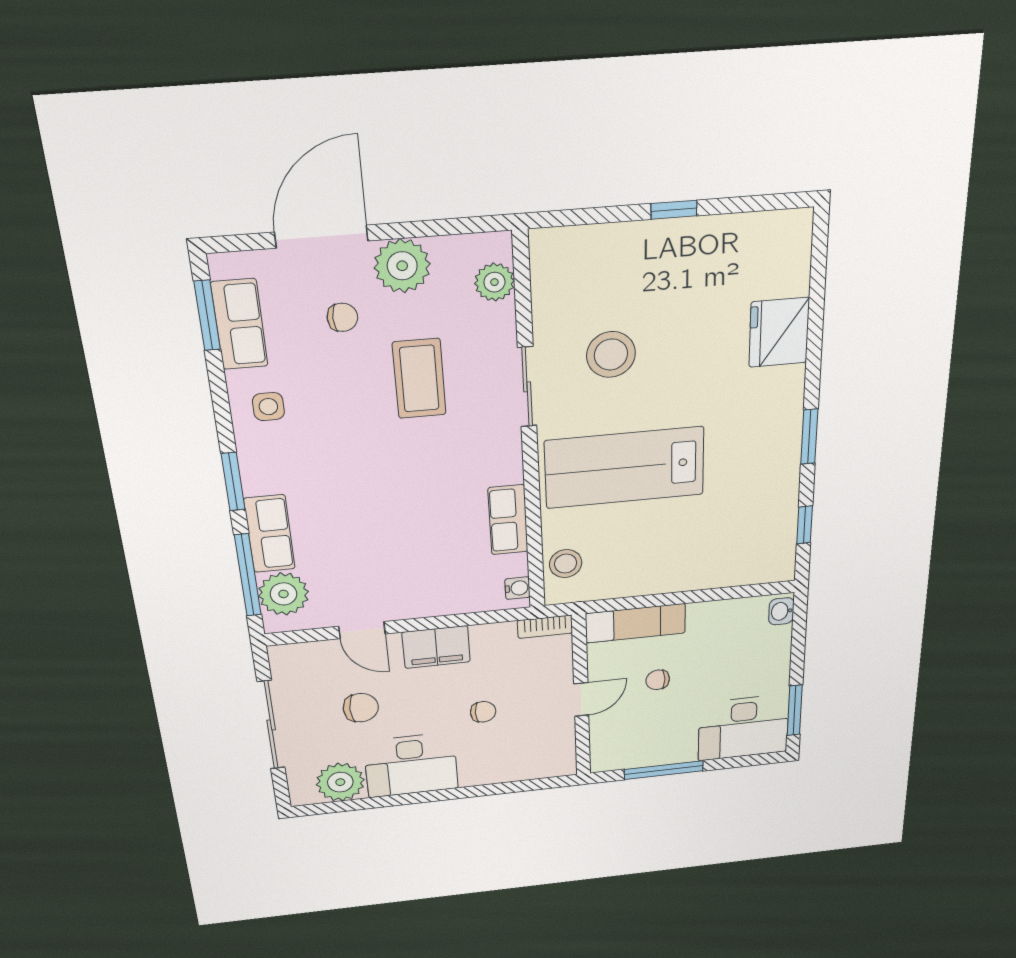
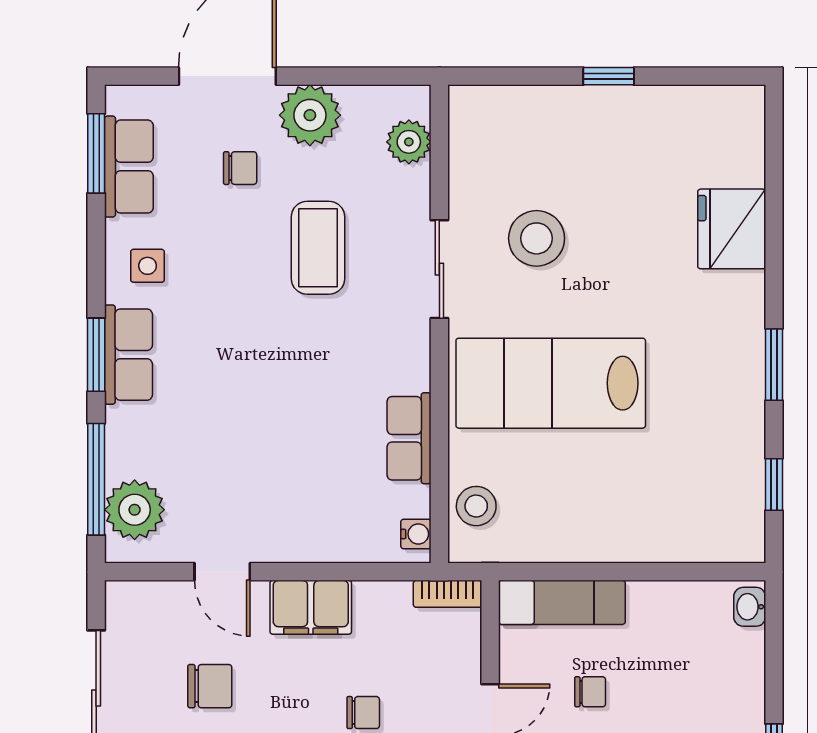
row of seats: (270, 534) -> (128, 355), moved
chair: (658, 680) -> (590, 692), turned 180

